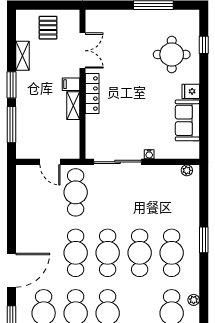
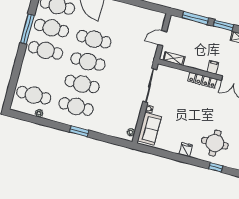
shelving: (73, 106) -> (174, 59), moved
sofa: (187, 120) -> (149, 129), moved, turned 90
cafe table: (76, 192) -> (136, 50), removed

